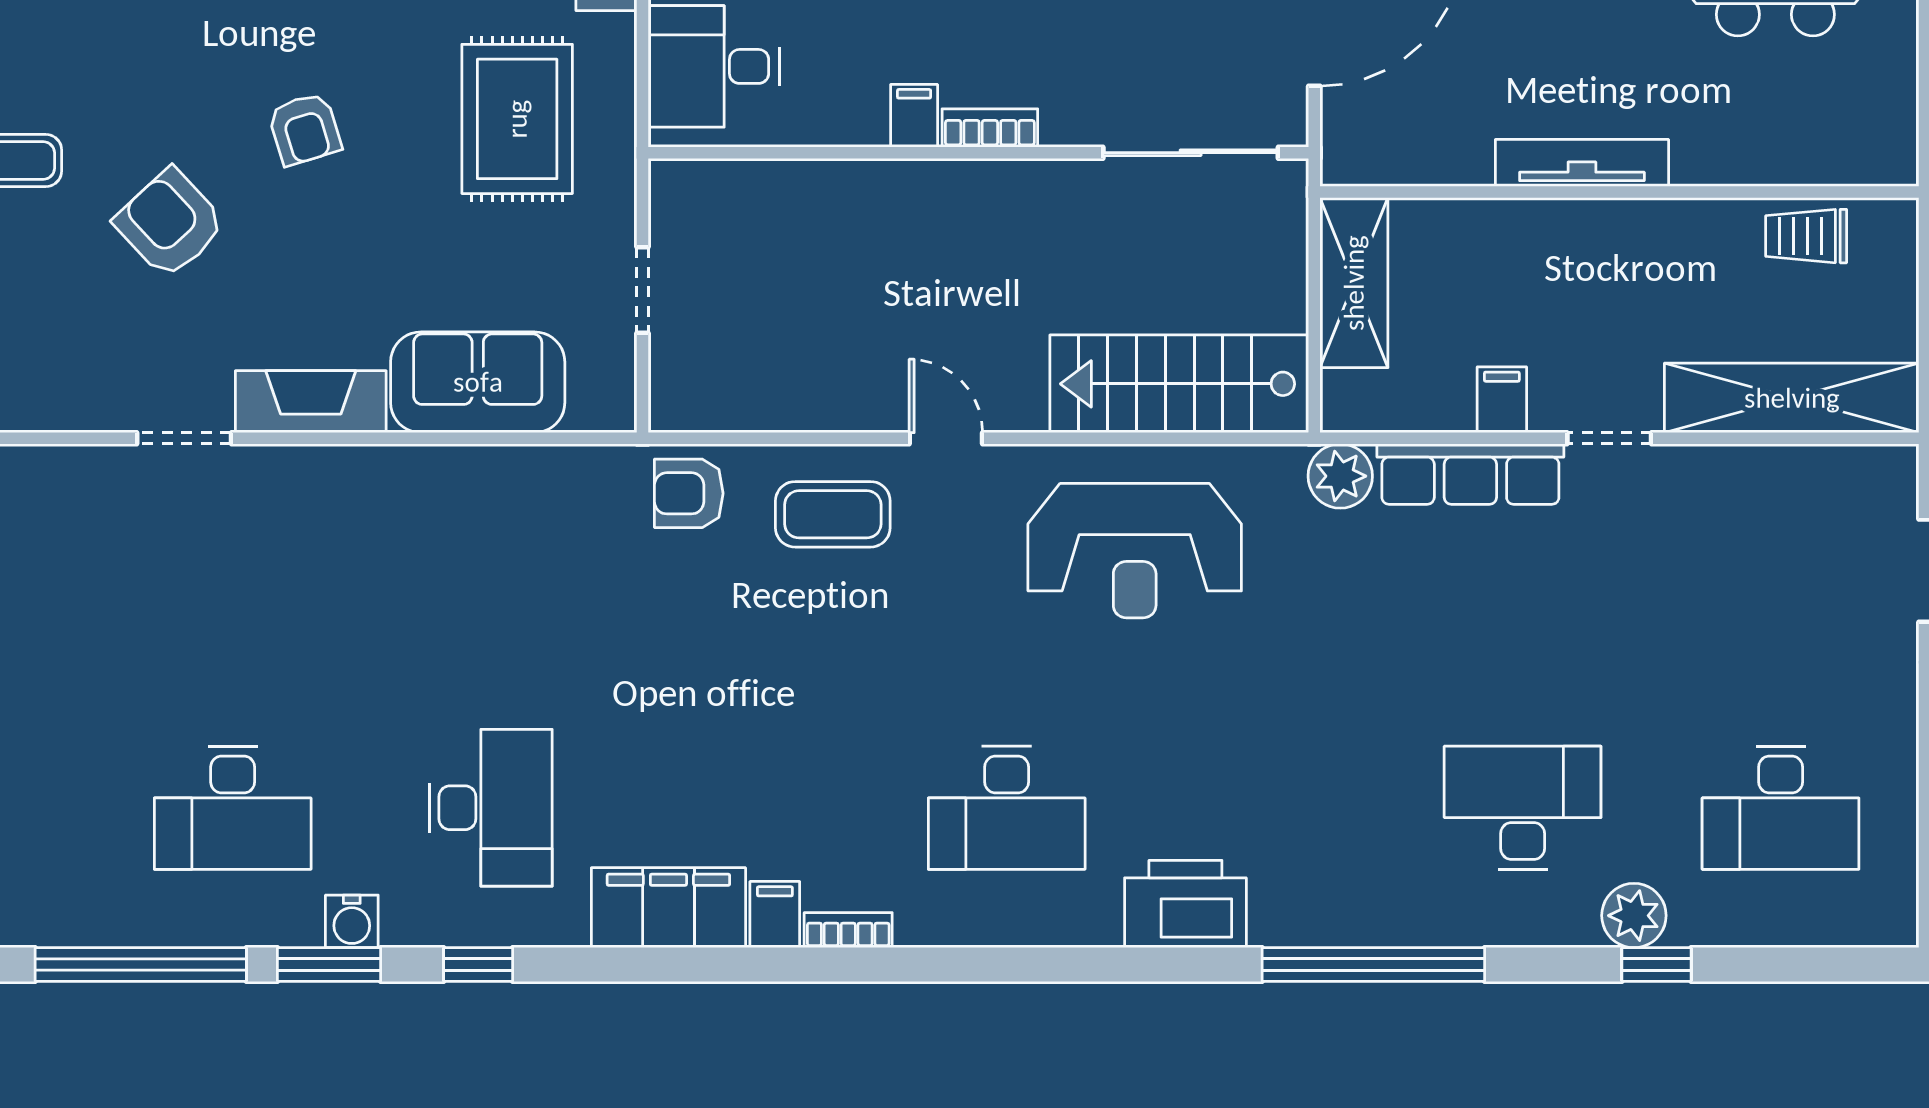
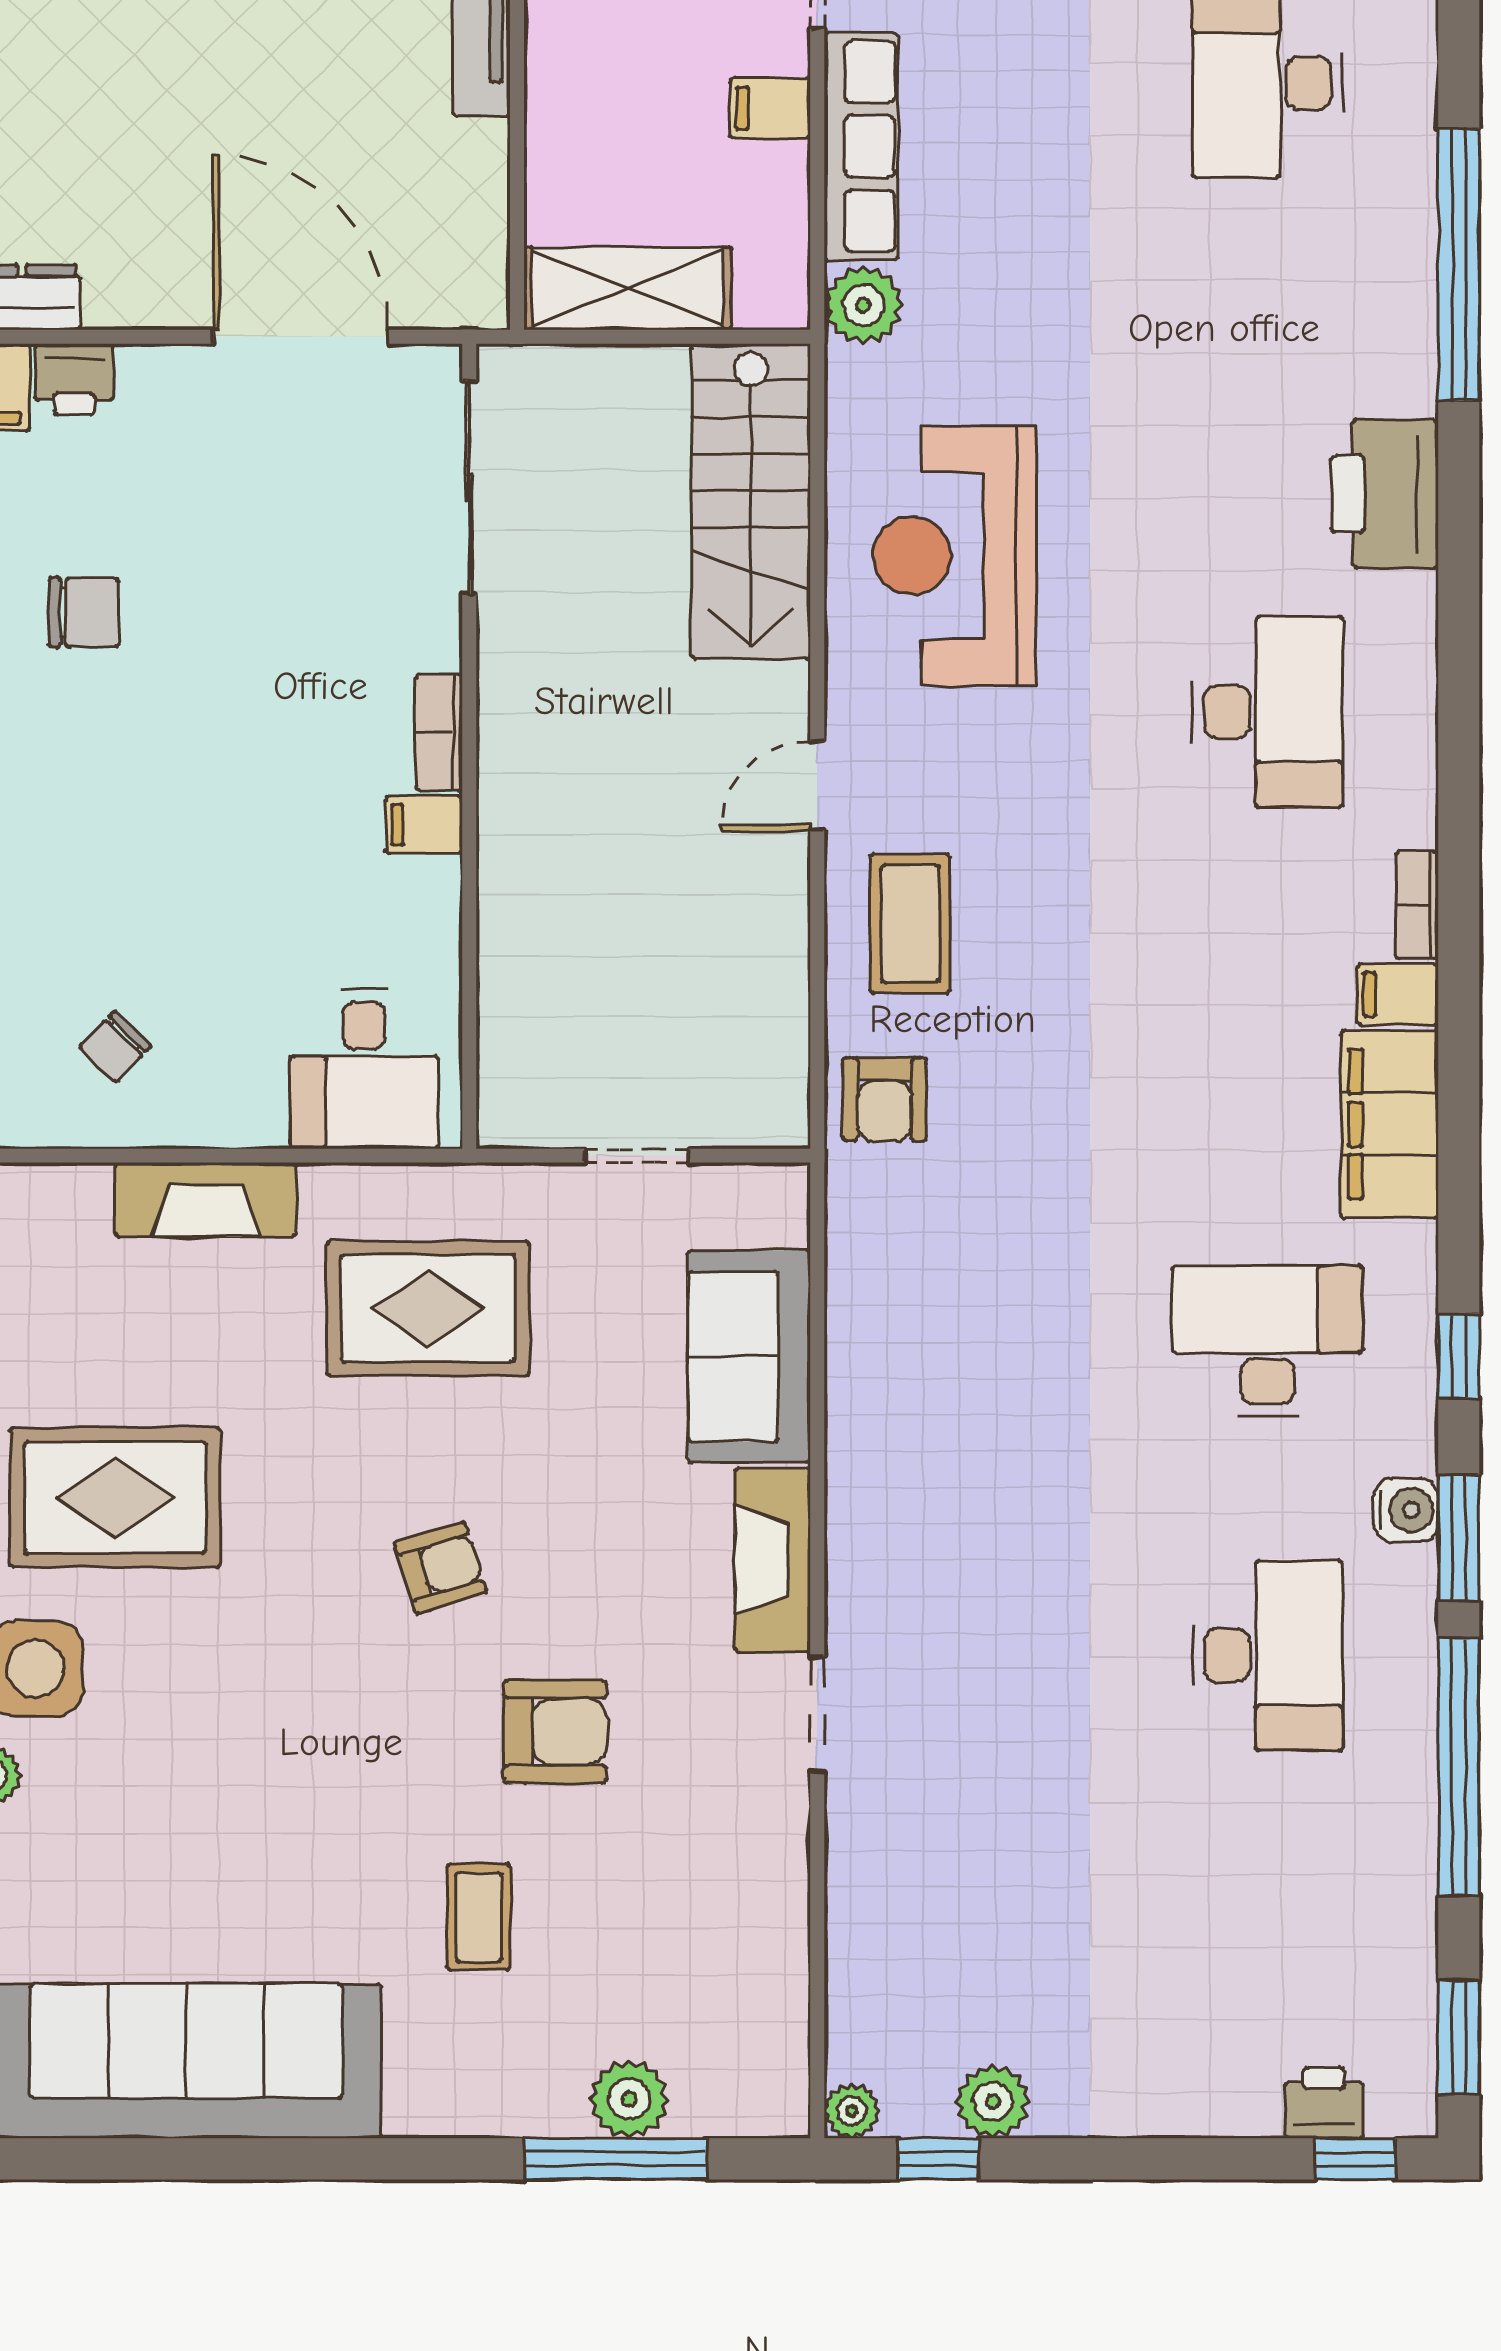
armchair: (170, 223) -> (555, 1732), turned -137
reception desk: (1135, 551) -> (954, 556), turned 180

